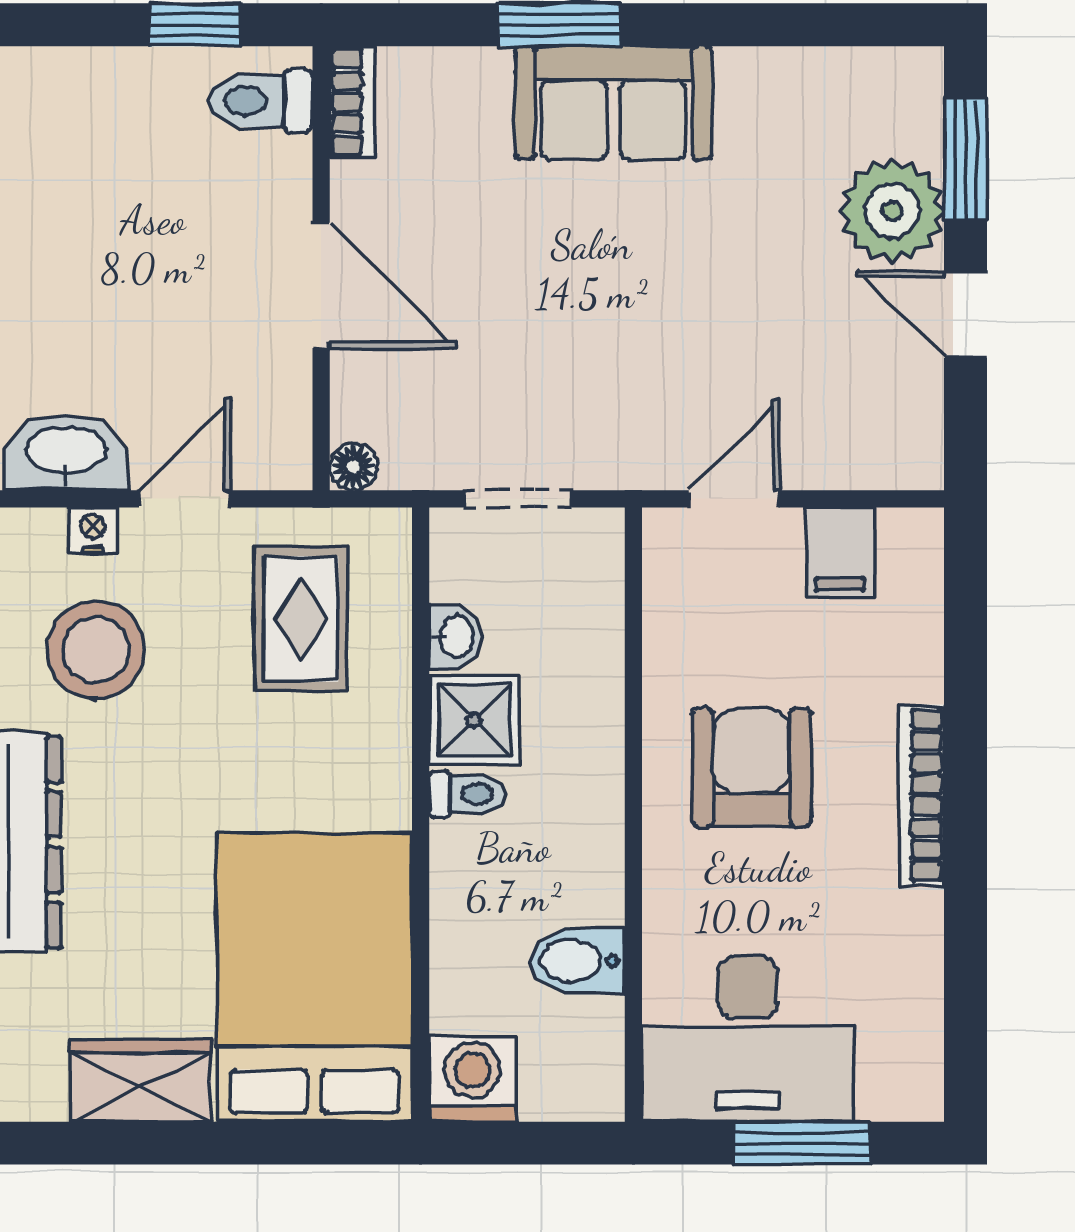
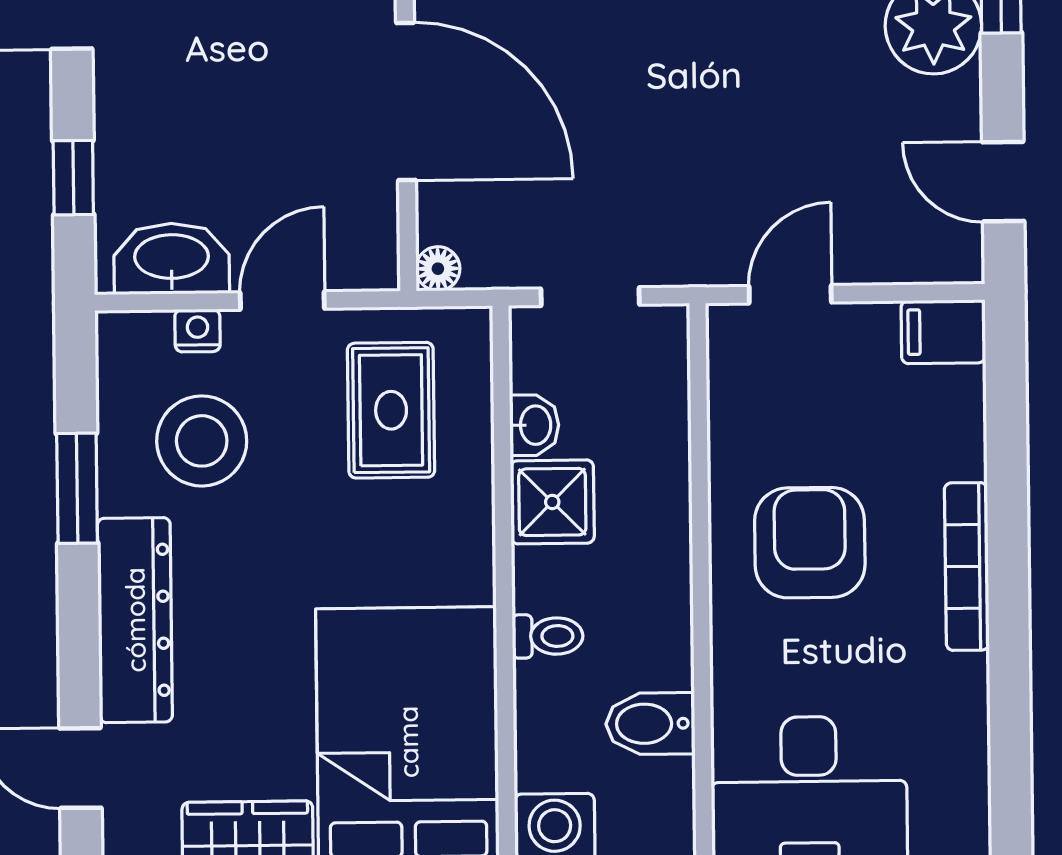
door: (321, 285) -> (406, 102), width x1.36
door: (966, 314) -> (1003, 182), moved
filing cabinet: (840, 553) -> (943, 332), moved, turned 90
toilet: (467, 794) -> (548, 636), moved

